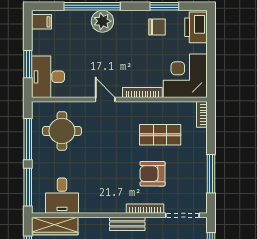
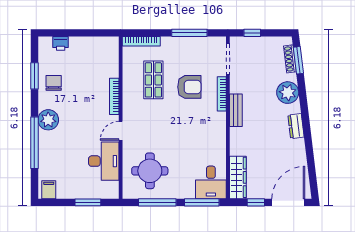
plant: (102, 21) -> (48, 120), moved
printer: (196, 27) -> (61, 43), width x0.53, depth x0.68
corner desk: (185, 76) -> (99, 57), removed
desk: (48, 77) -> (104, 161), moved, turned -90
bookcase: (202, 114) -> (141, 41), width x1.56
armchair: (152, 174) -> (189, 87), turned -90
desk: (62, 196) -> (211, 182), moved, turned 90

